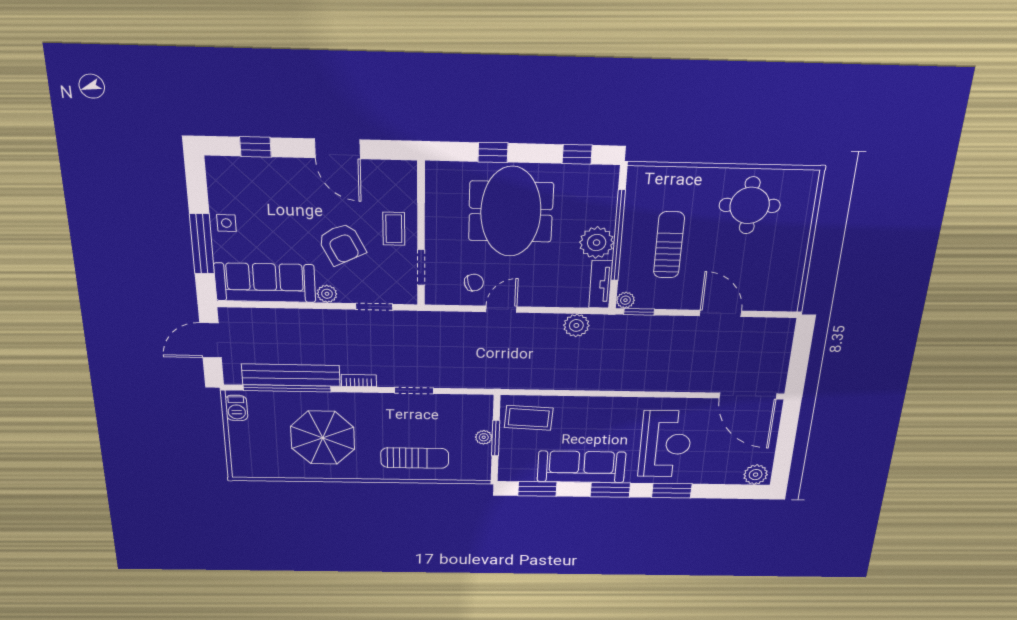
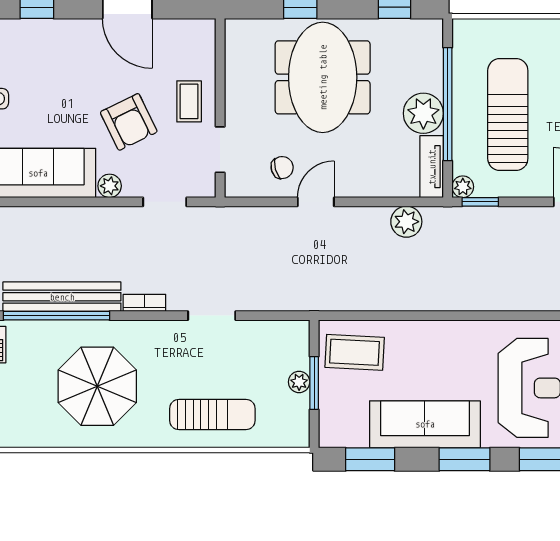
sun lounger: (669, 245) -> (508, 115), width x1.36, depth x1.34

